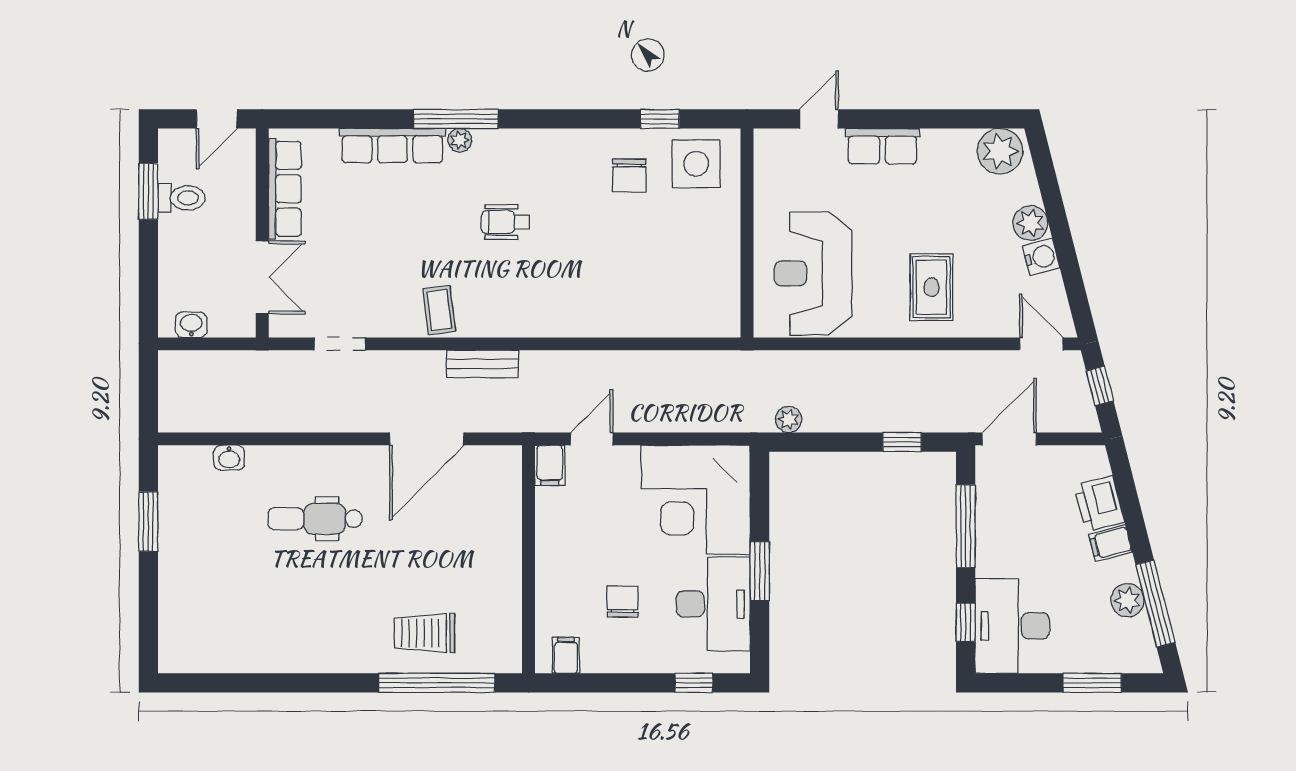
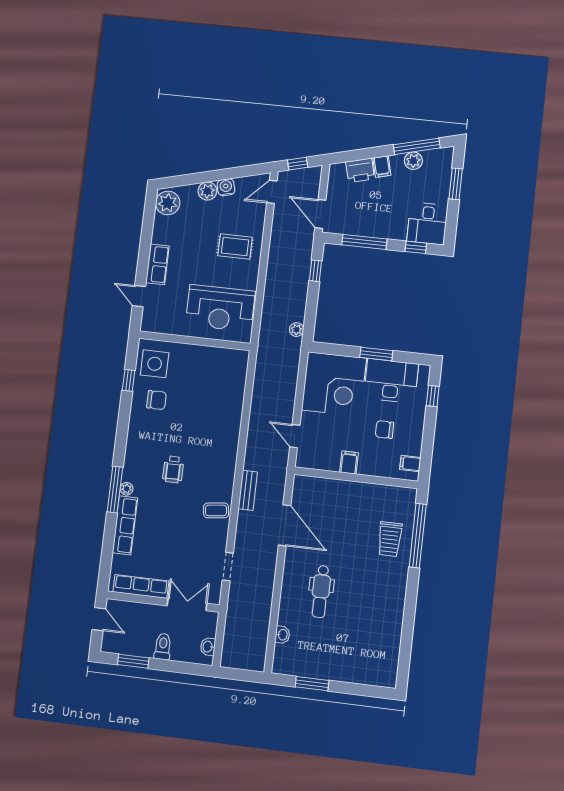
toilet: (181, 198) -> (163, 647), moved
filing cabinet: (550, 465) -> (349, 463), moved, turned -90
desk: (1012, 626) -> (427, 223), width x0.73

